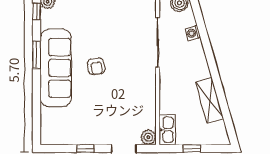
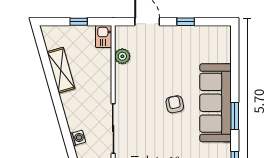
kitchen sink: (167, 130) -> (104, 36), width x0.73
plant: (148, 137) -> (122, 56), moved

